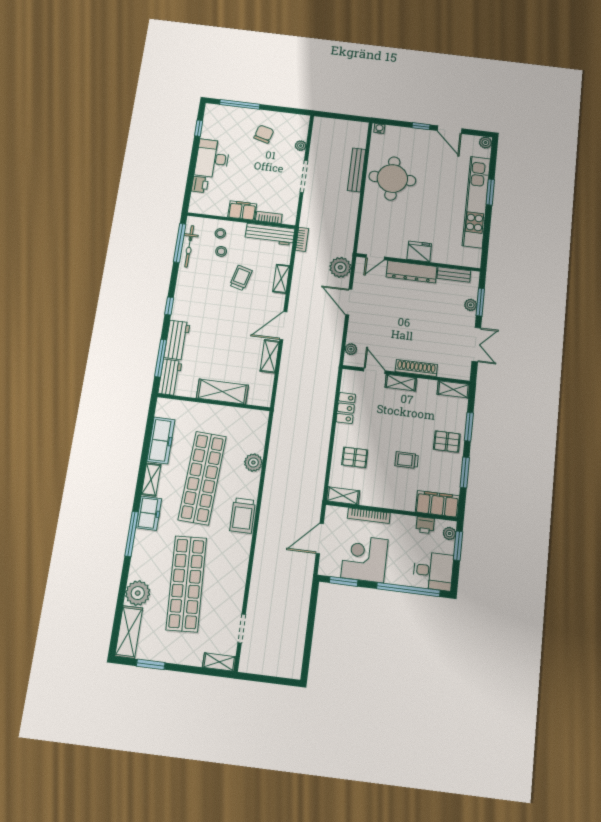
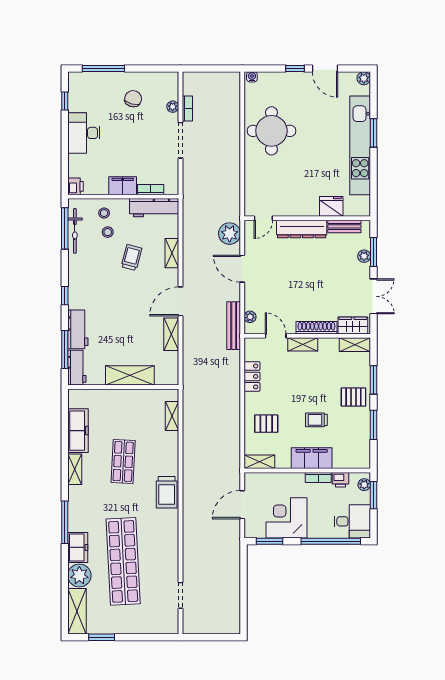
bench: (357, 170) -> (234, 326), moved
printer: (200, 184) -> (75, 186), moved
bookcase: (302, 239) -> (187, 108), moved
fridge: (419, 251) -> (331, 206), moved
wardrobe: (453, 370) -> (353, 325), added
plant: (253, 463) -> (170, 441), removed
shop shelf: (202, 478) -> (123, 461), width x0.50, depth x0.74
filing cabinet: (437, 504) -> (312, 458), moved
freezer: (149, 513) -> (78, 547), moved
bookcase: (369, 516) -> (318, 477), moved, width x0.64
shelving: (219, 662) -> (172, 416), moved, turned 90

